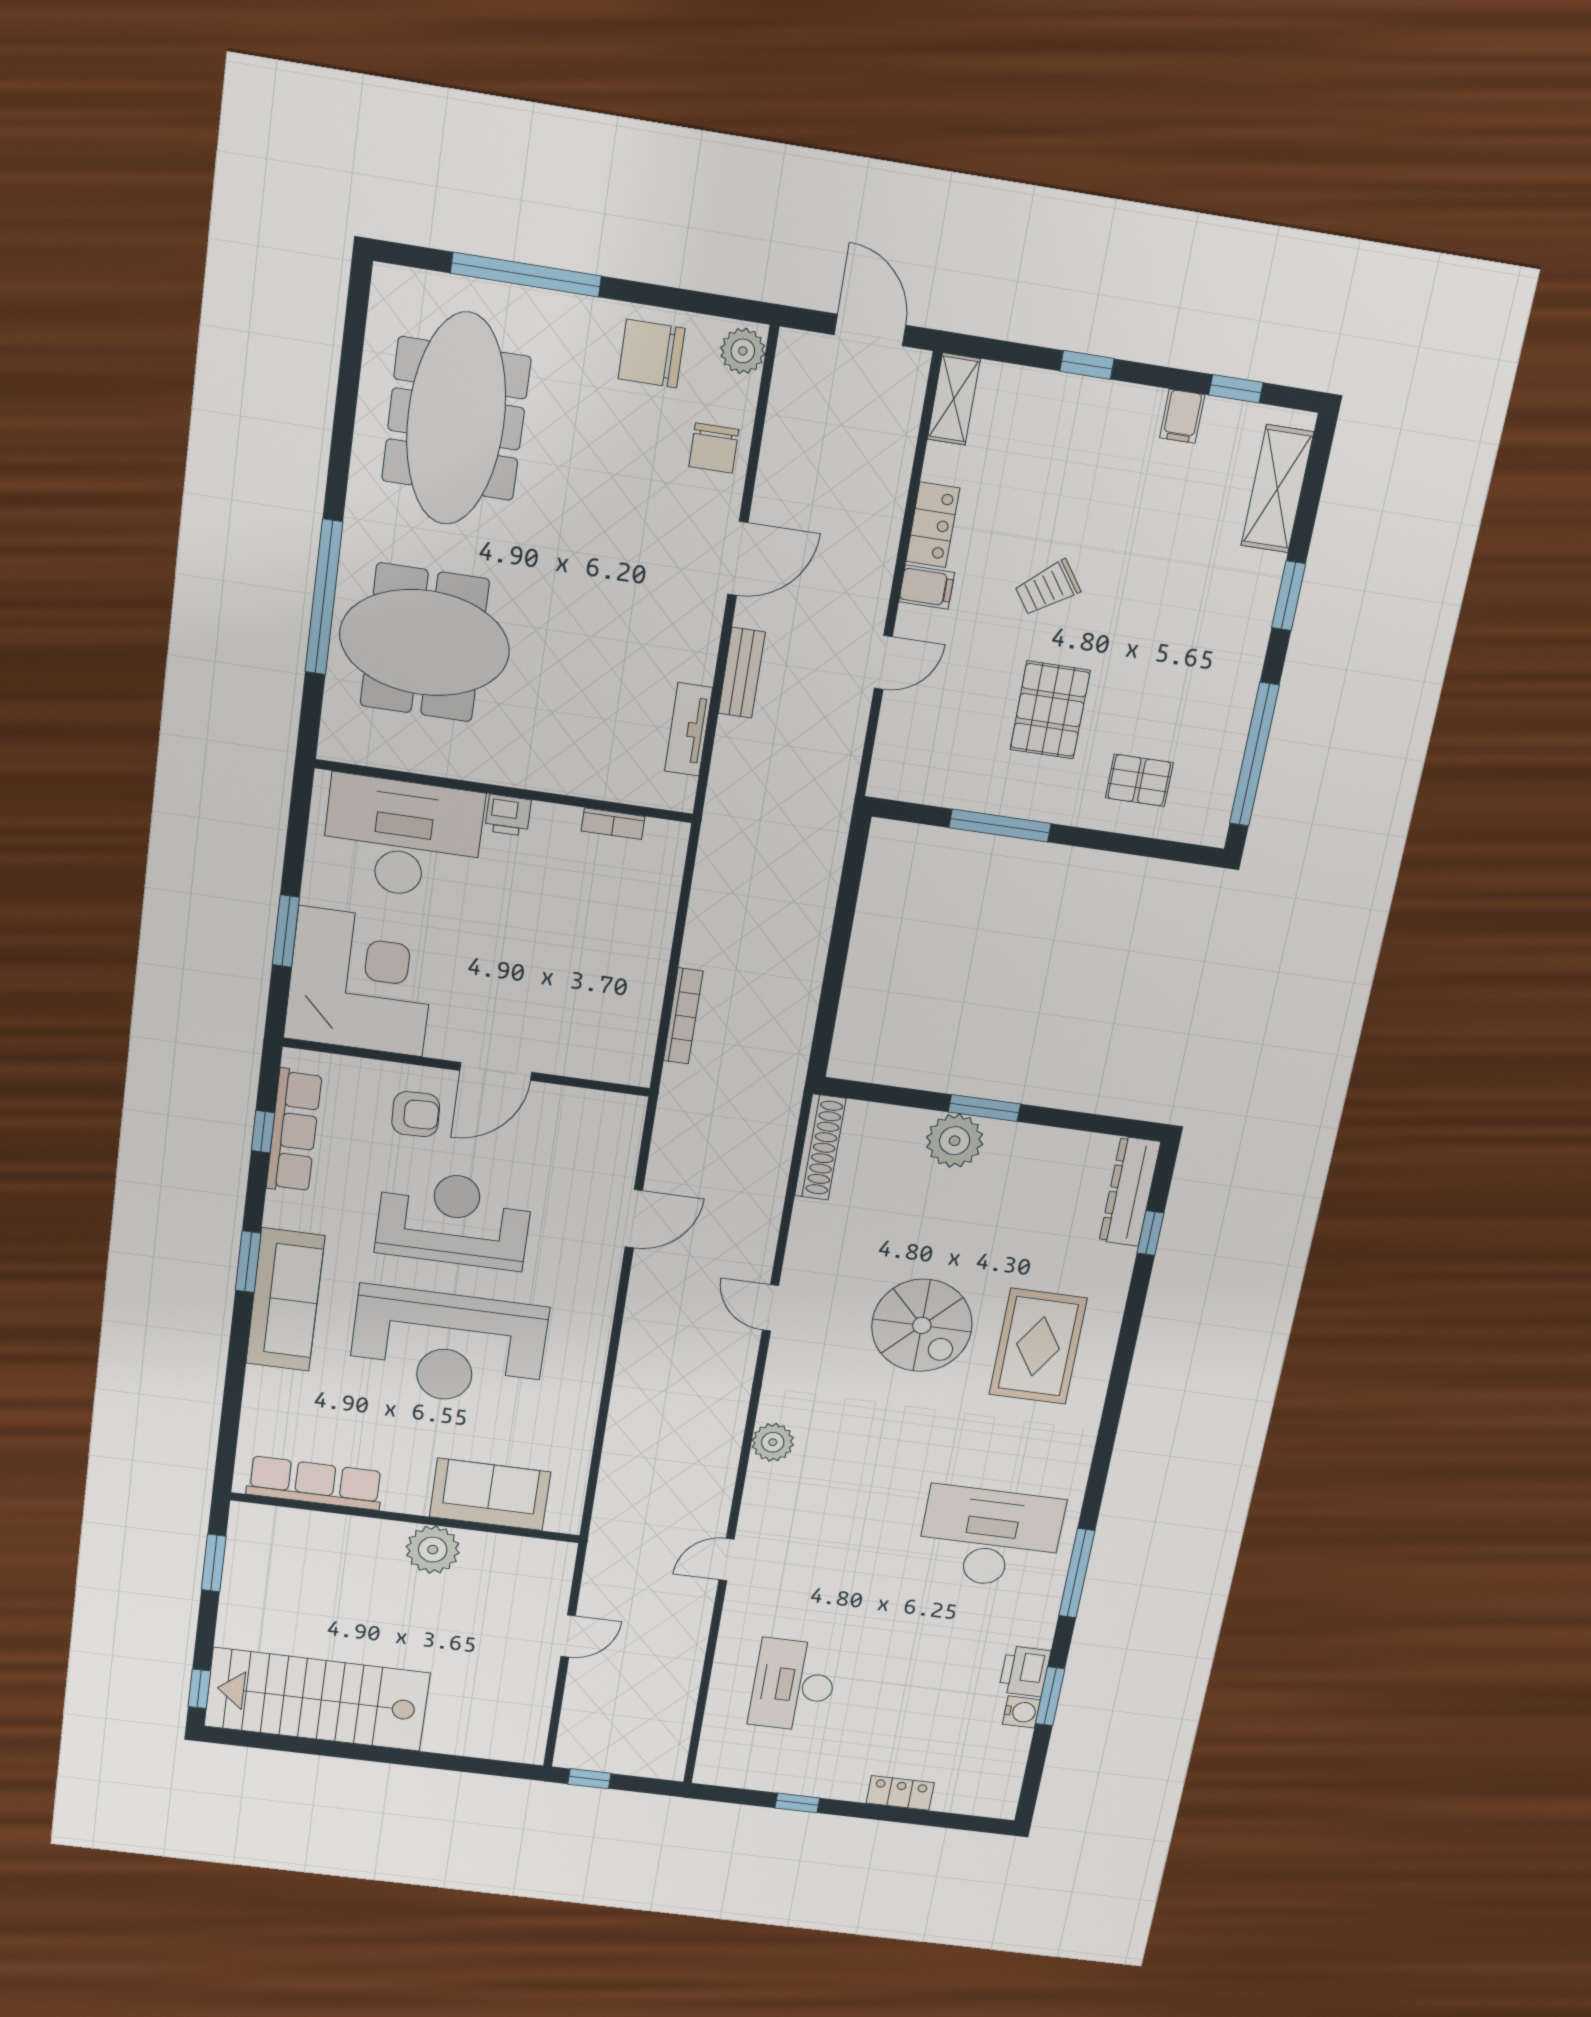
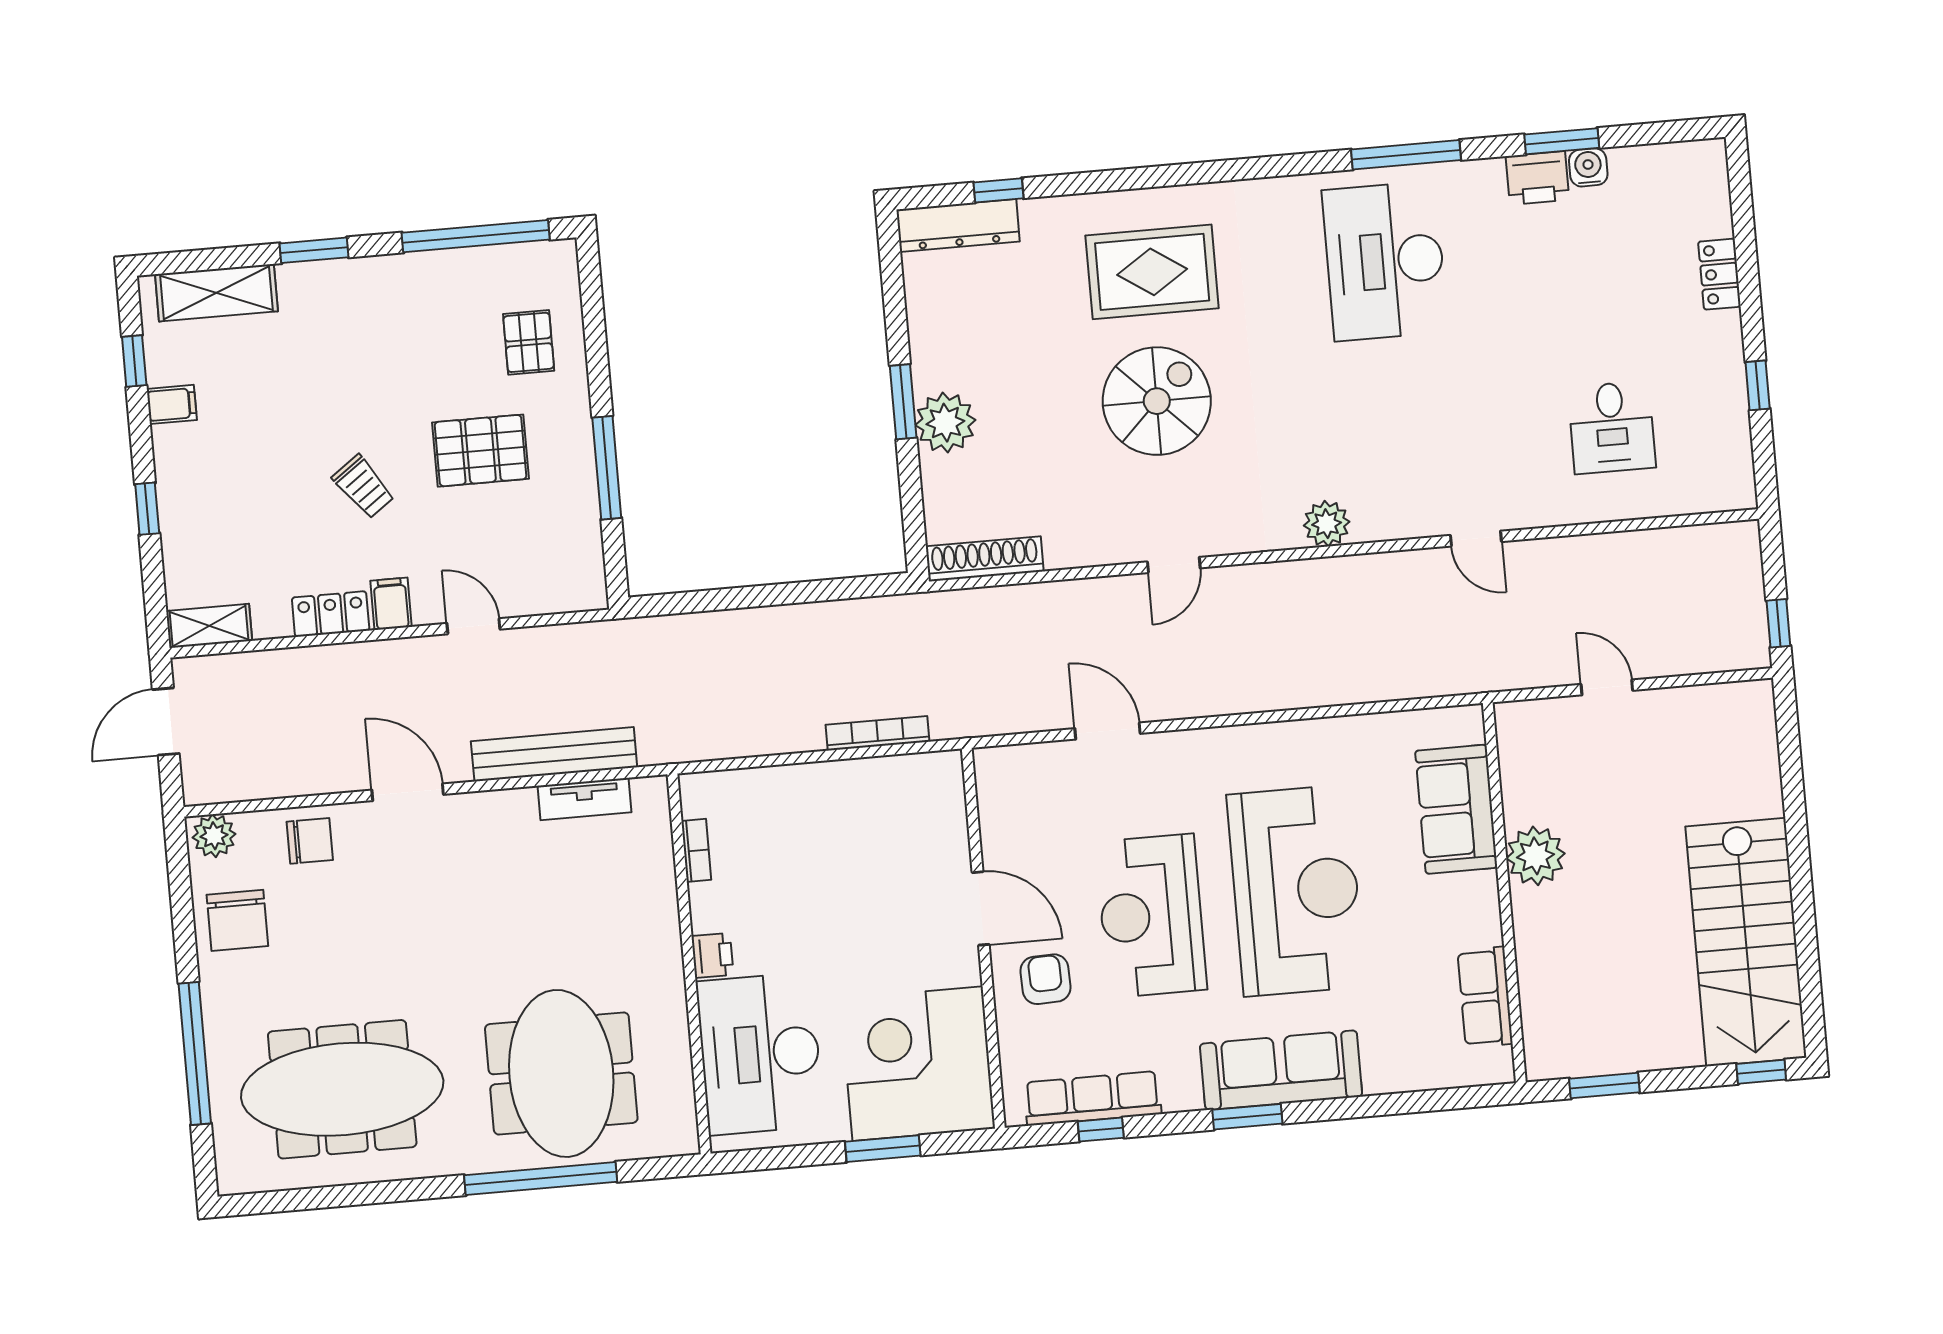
bench: (742, 673) -> (554, 754), width x1.86, depth x1.21
row of seats: (315, 1483) -> (1485, 997), width x0.68
desk: (793, 1685) -> (1612, 427), width x0.73

